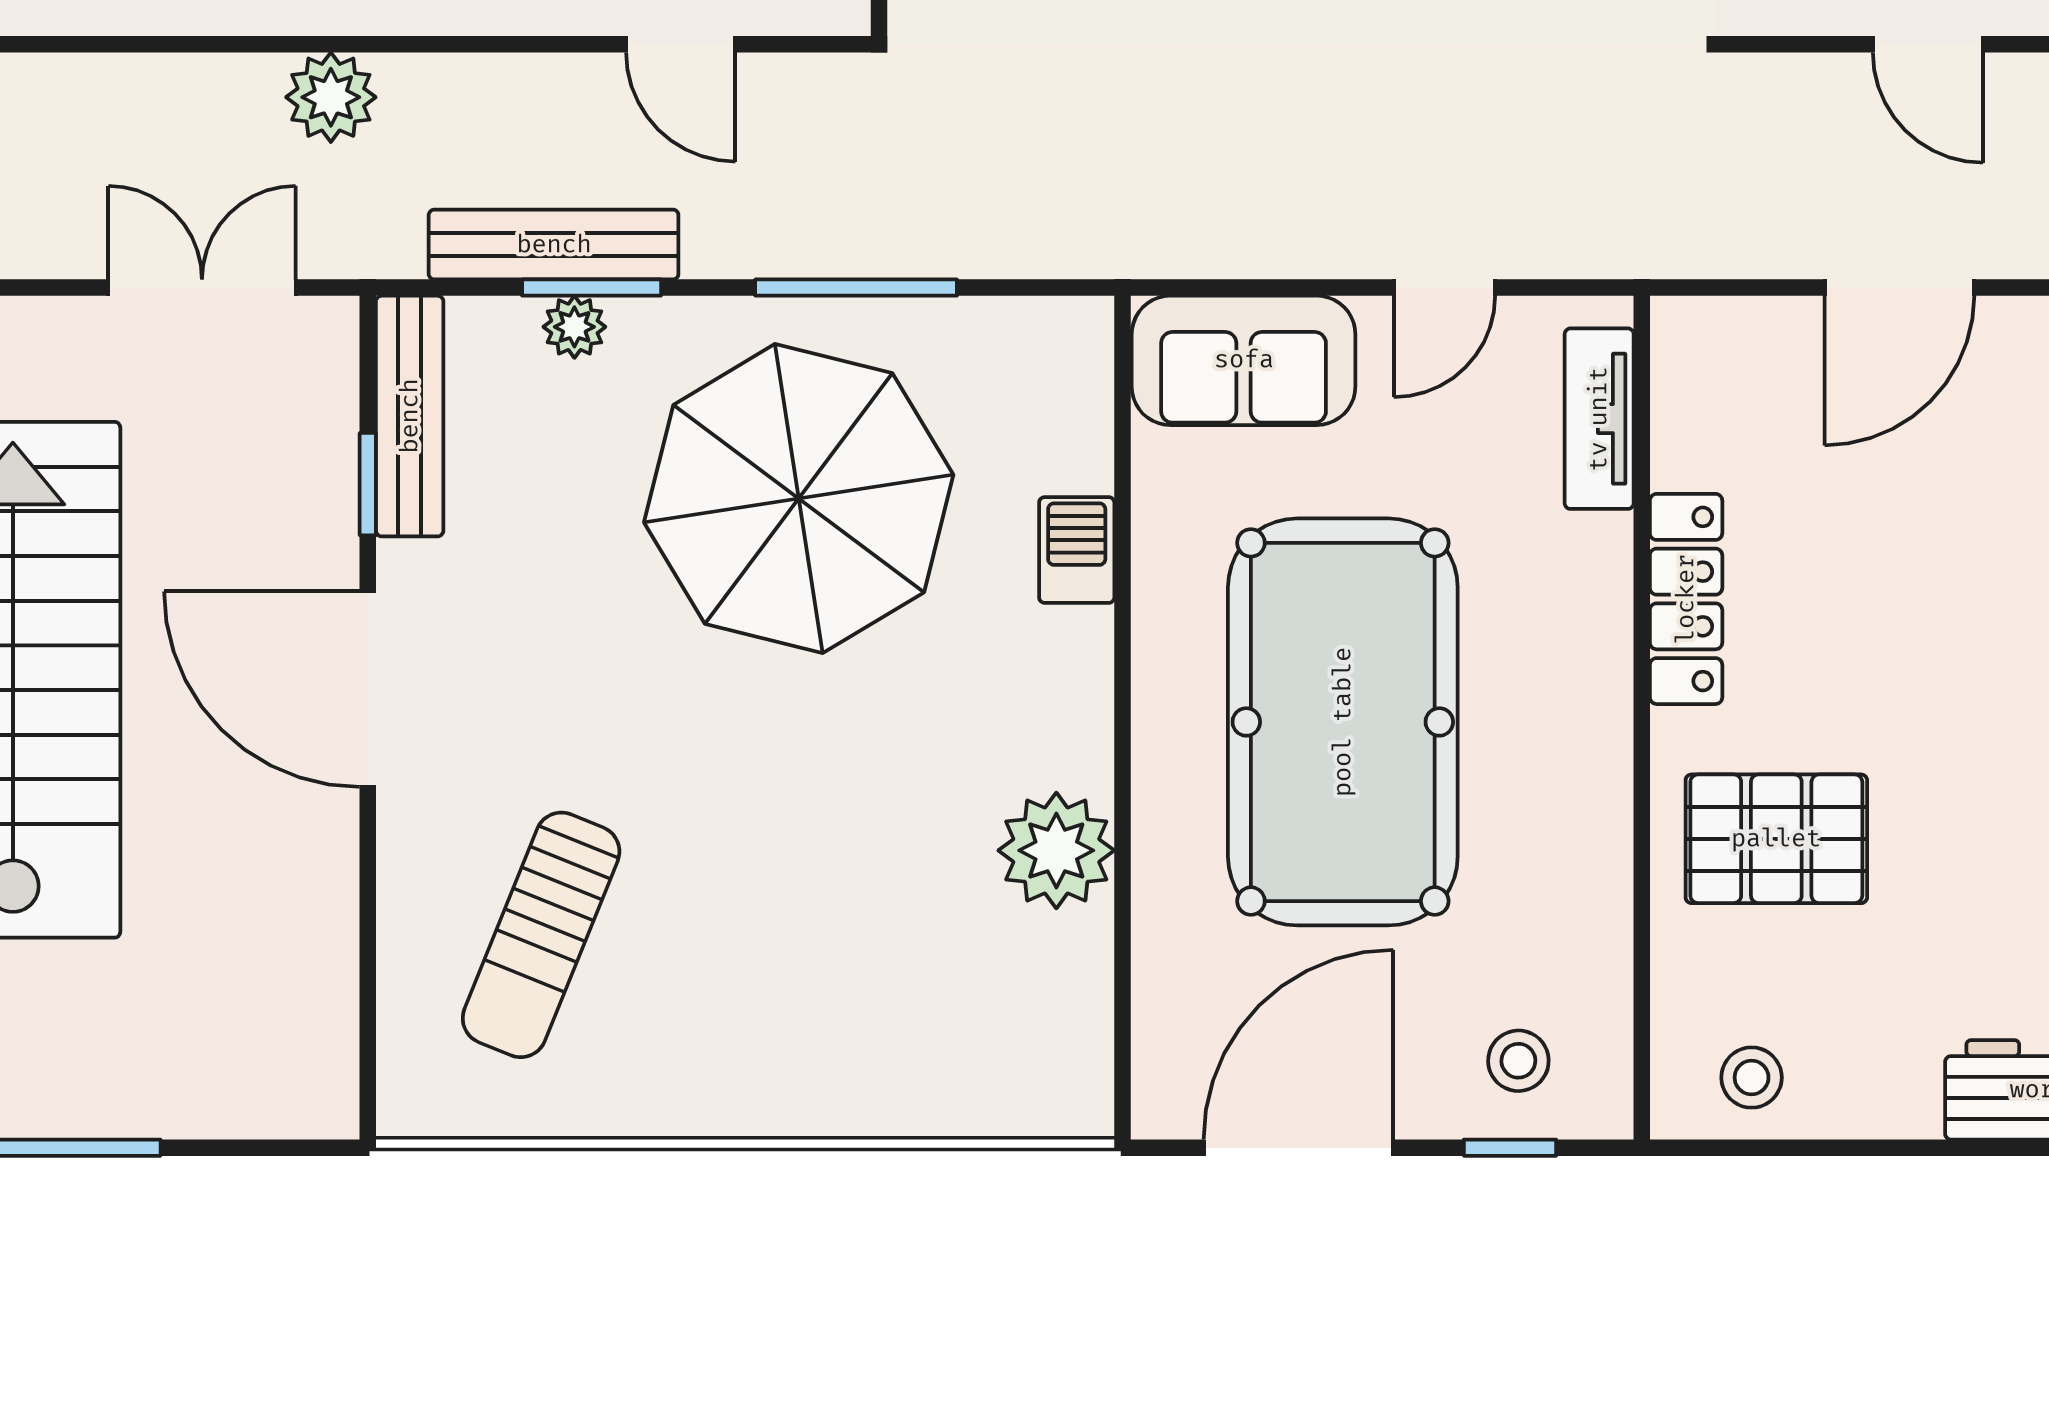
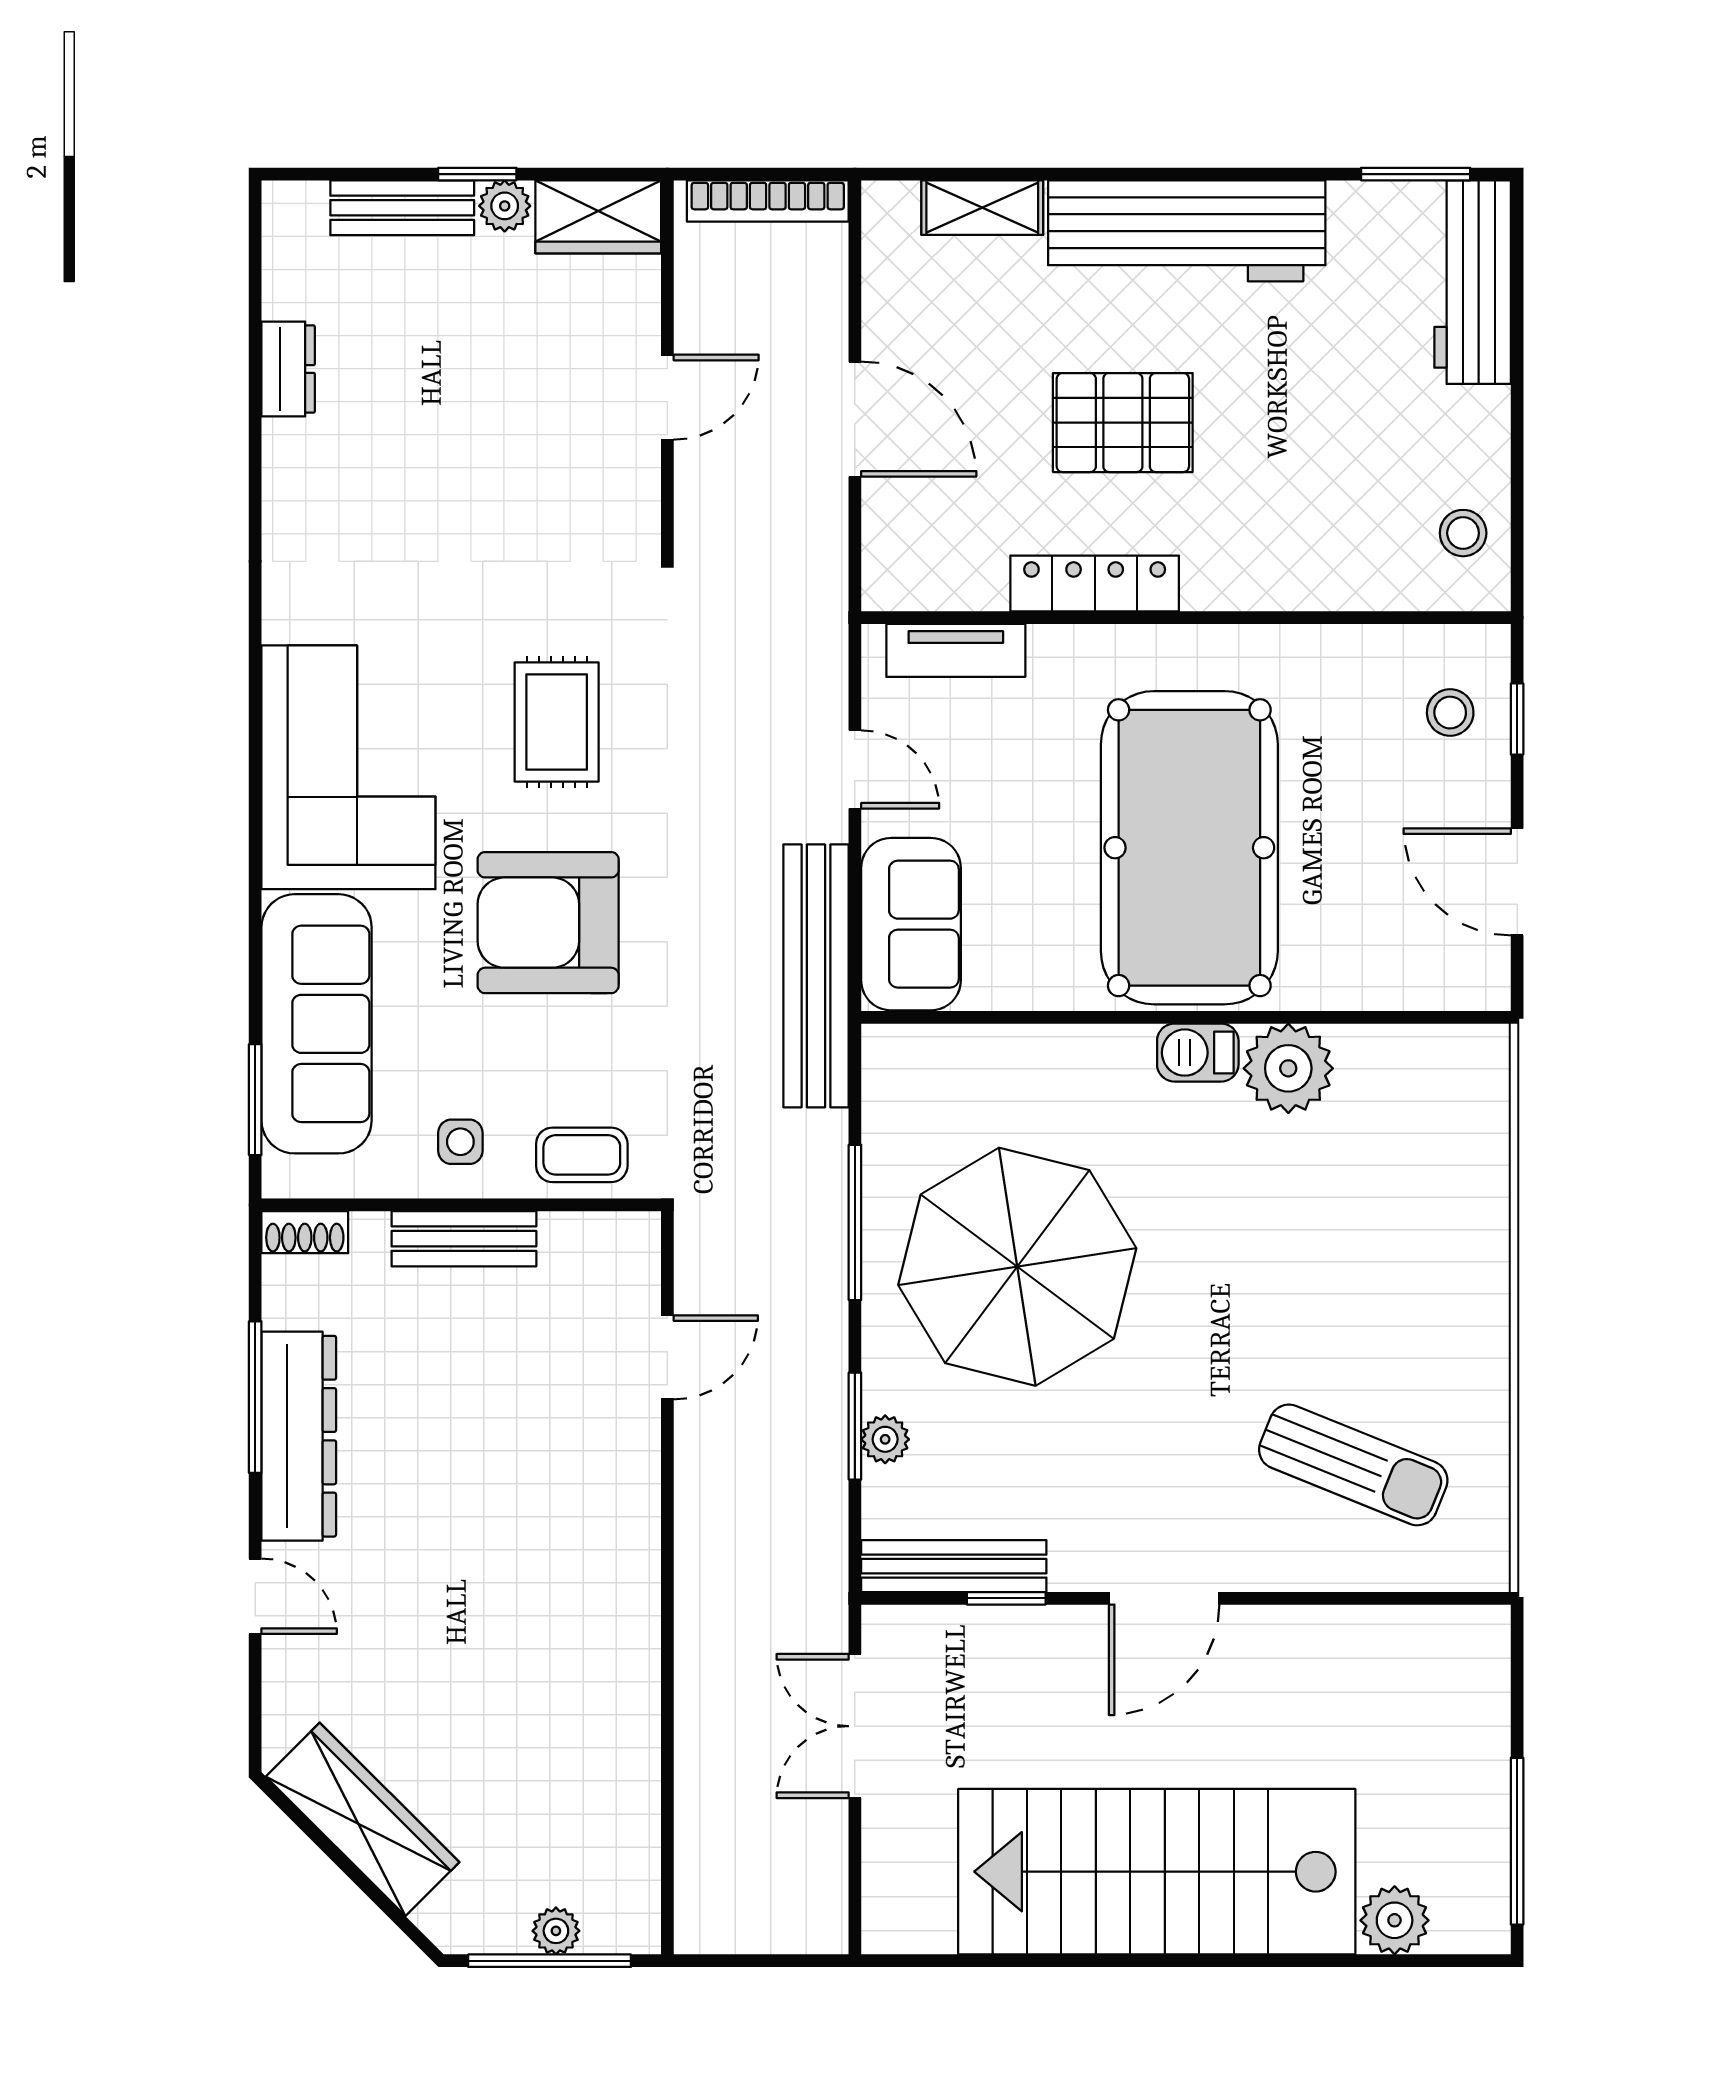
plant: (331, 97) -> (708, 1627), removed
bench: (554, 245) -> (816, 976), moved, width x1.37, depth x1.21
barbecue: (1077, 550) -> (1198, 1053), moved
door: (368, 689) -> (1164, 1598), width x0.73
pool table: (1343, 722) -> (1189, 848), turned 90
pallet: (1776, 839) -> (1123, 423), moved, turned 90
door: (1298, 1148) -> (1517, 882), width x0.73

